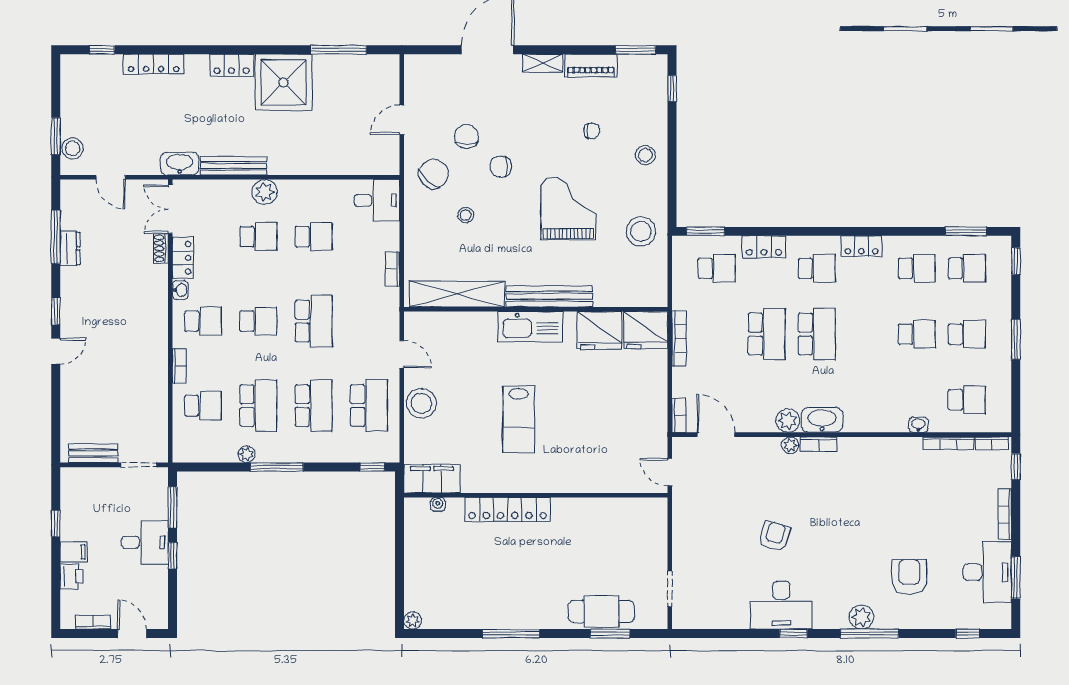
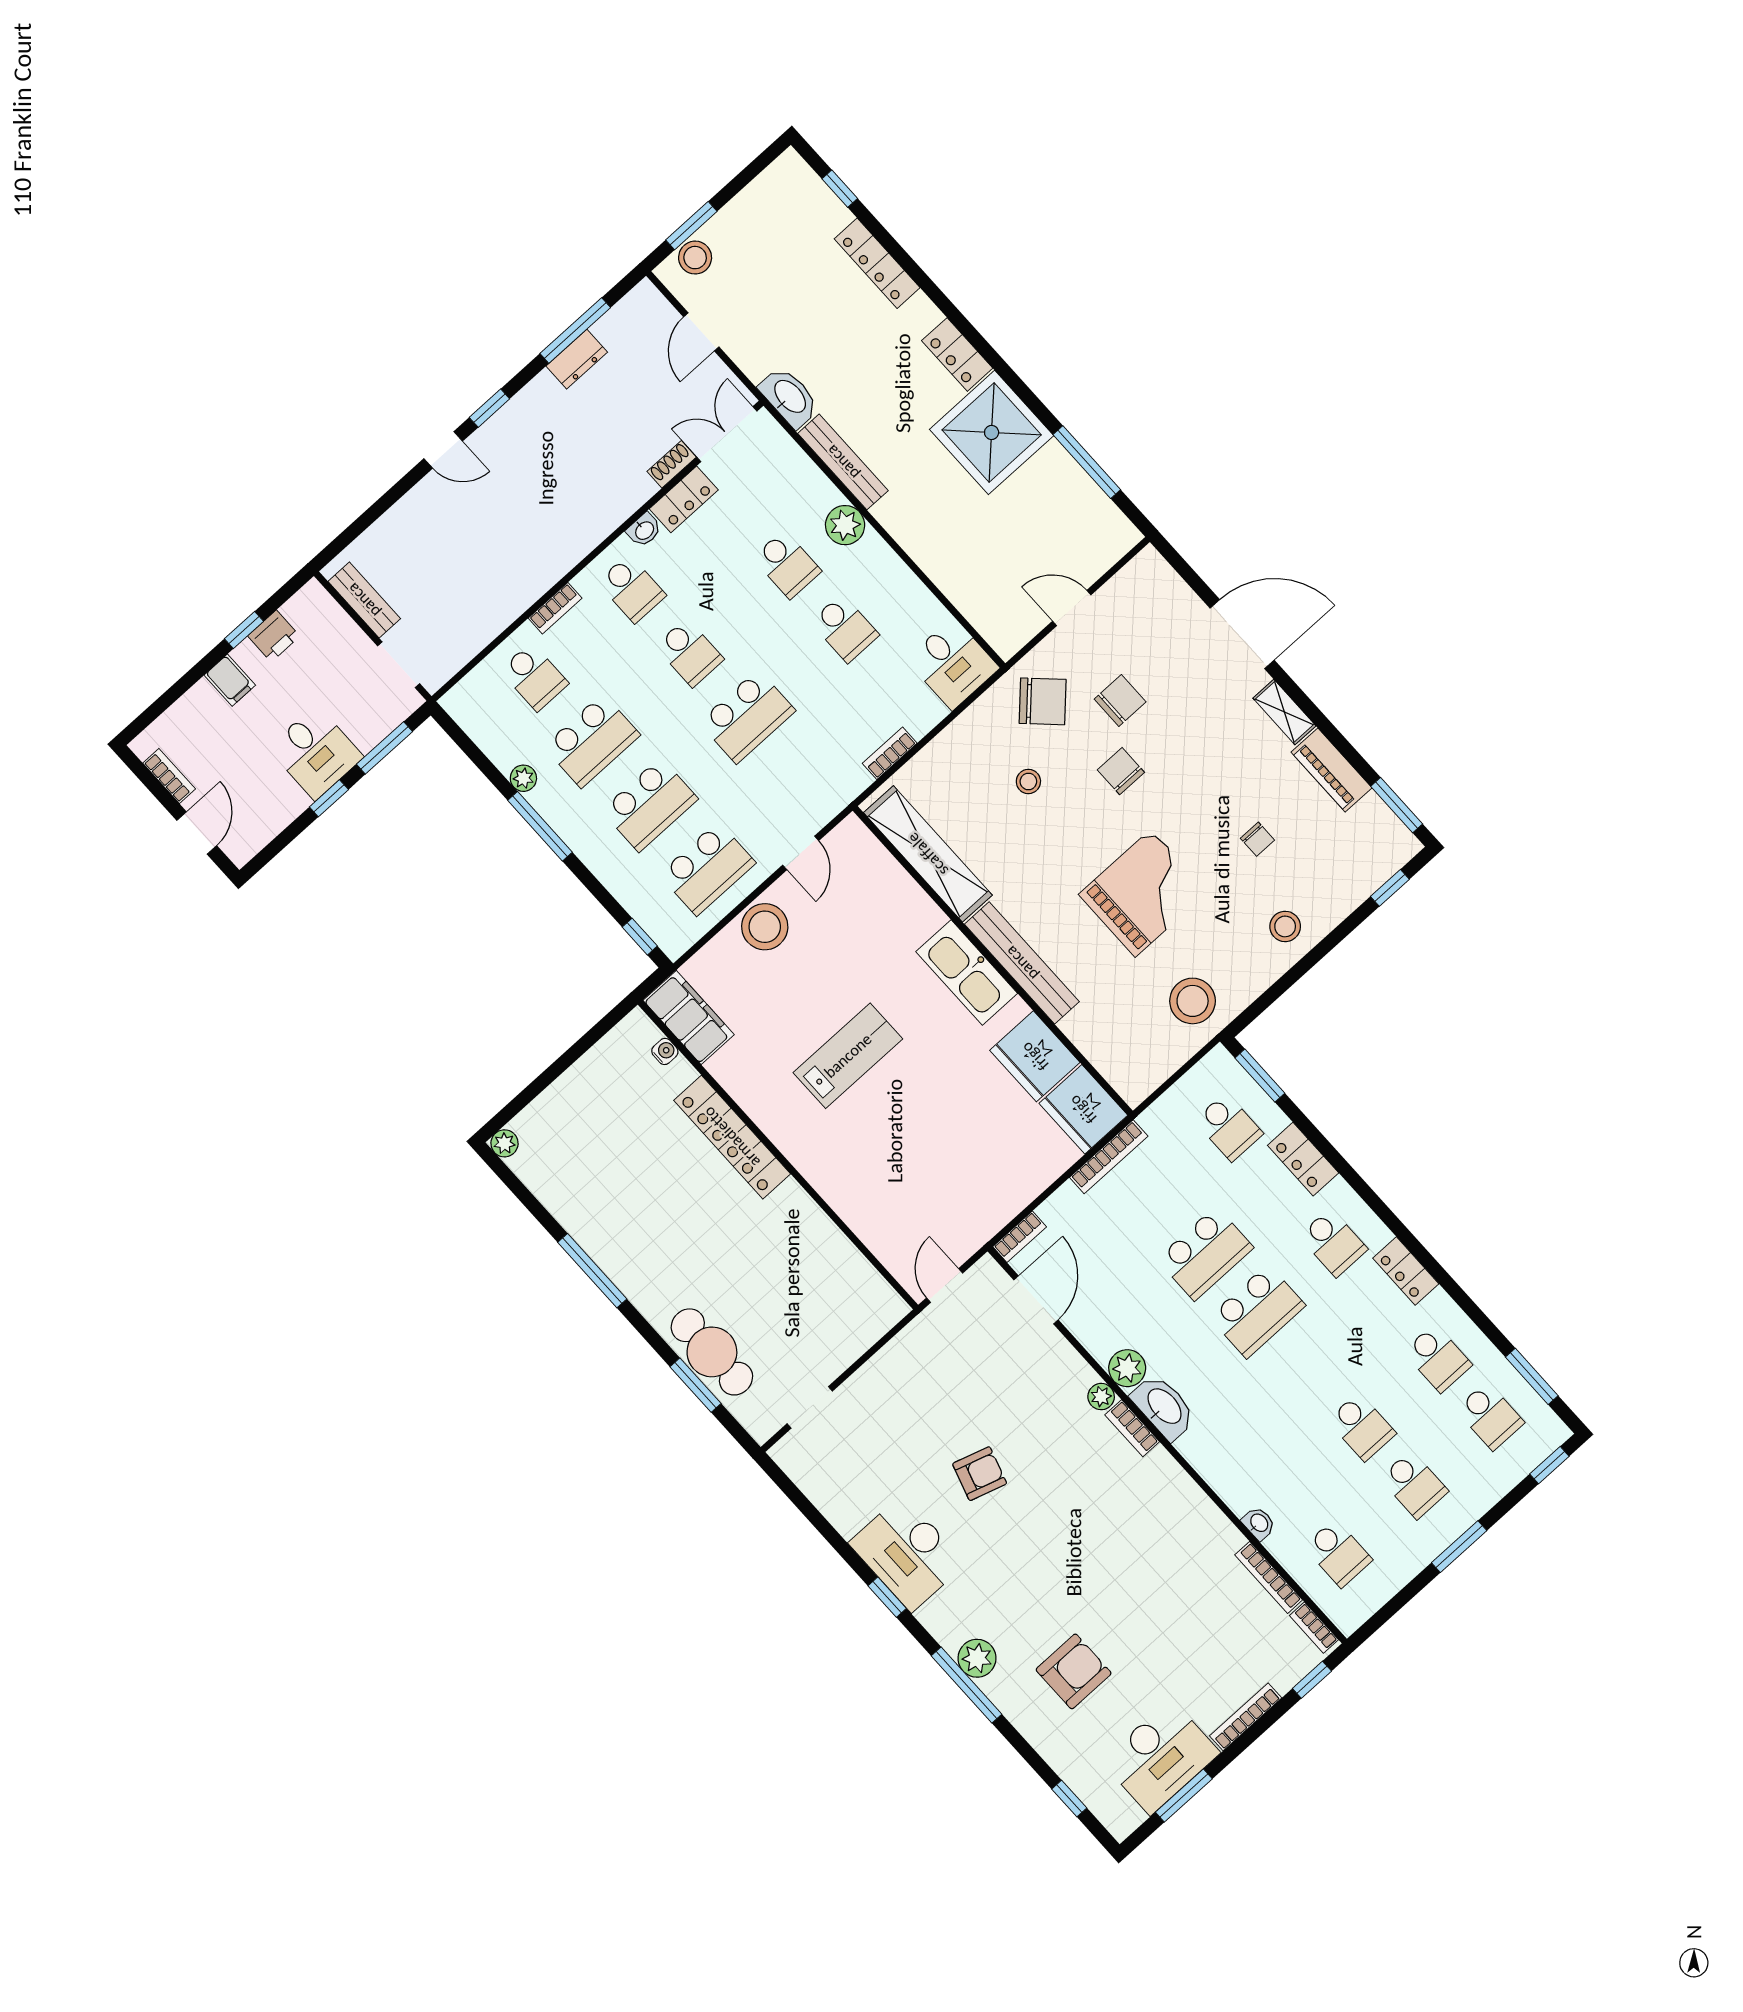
lab bench: (519, 419) -> (848, 1056), turned 180
printer: (71, 576) -> (274, 636), moved

